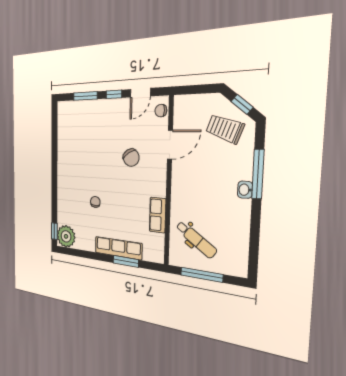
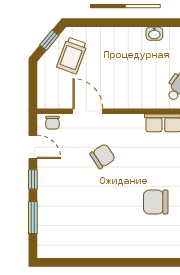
window: (258, 174) -> (114, 23), removed
washbasin: (245, 190) -> (154, 34), moved
chair: (95, 202) -> (156, 202), width x1.87, depth x1.87

